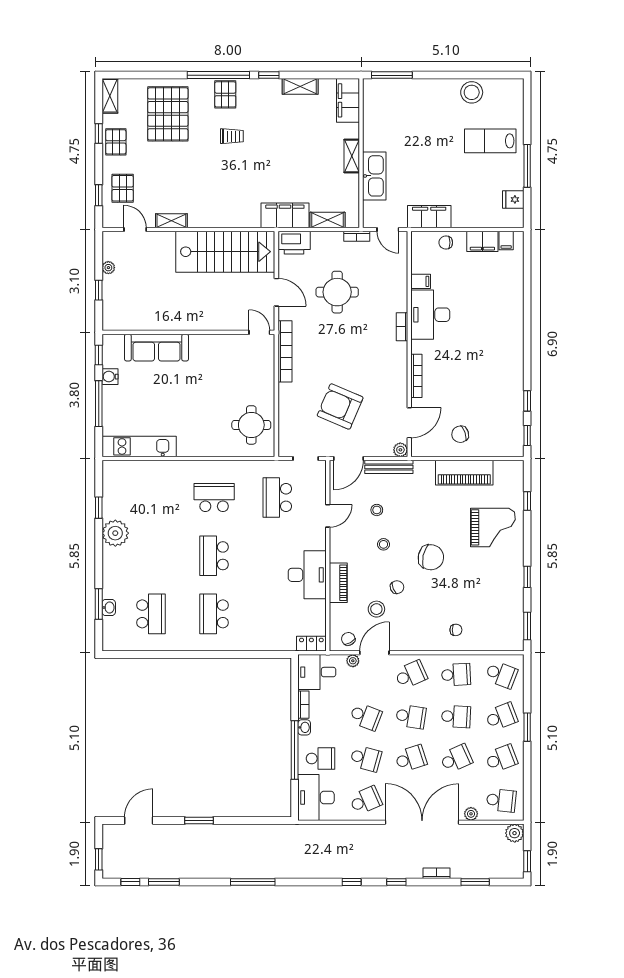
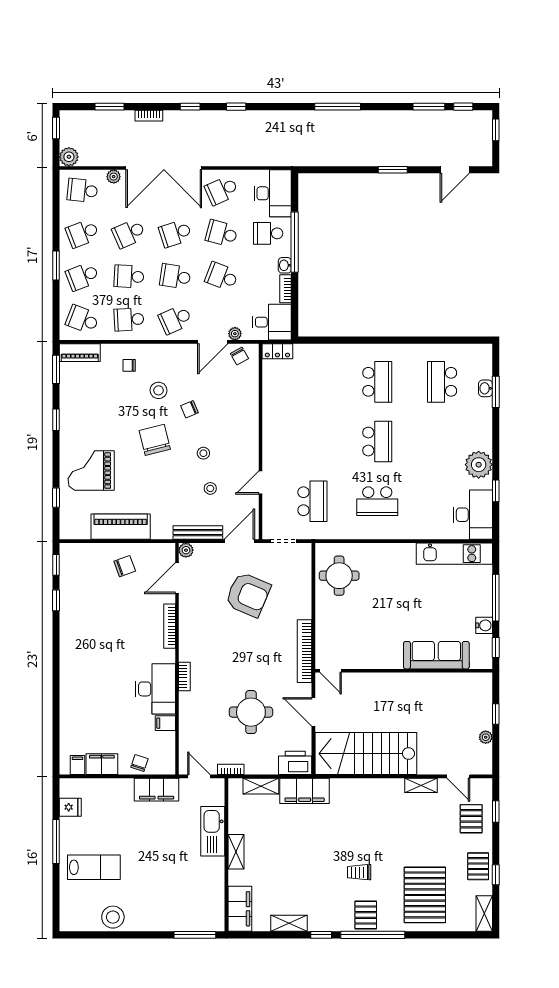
chair: (446, 243) -> (139, 763), turned -72
chair: (431, 557) -> (155, 440), turned 64
desk: (307, 575) -> (473, 515), moved, turned 180
piano: (338, 583) -> (80, 353), moved, turned -90
stool: (376, 609) -> (158, 390), moved

